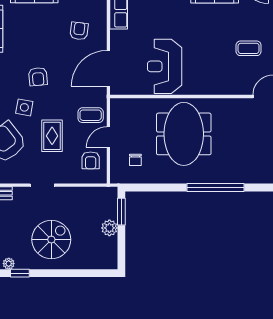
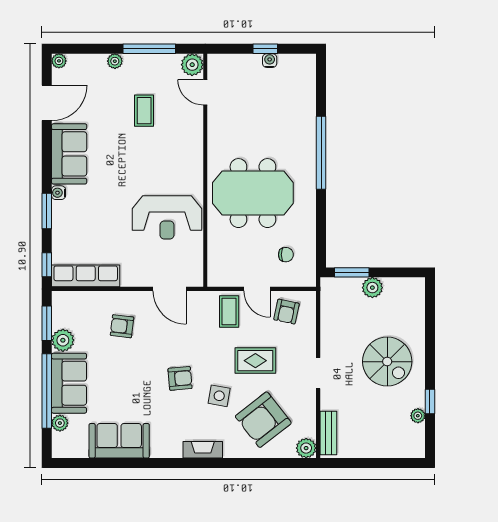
door: (108, 68) -> (170, 289), width x0.73
armchair: (91, 160) -> (286, 312), turned 102
spiral stairs: (51, 240) -> (387, 362), turned 180

